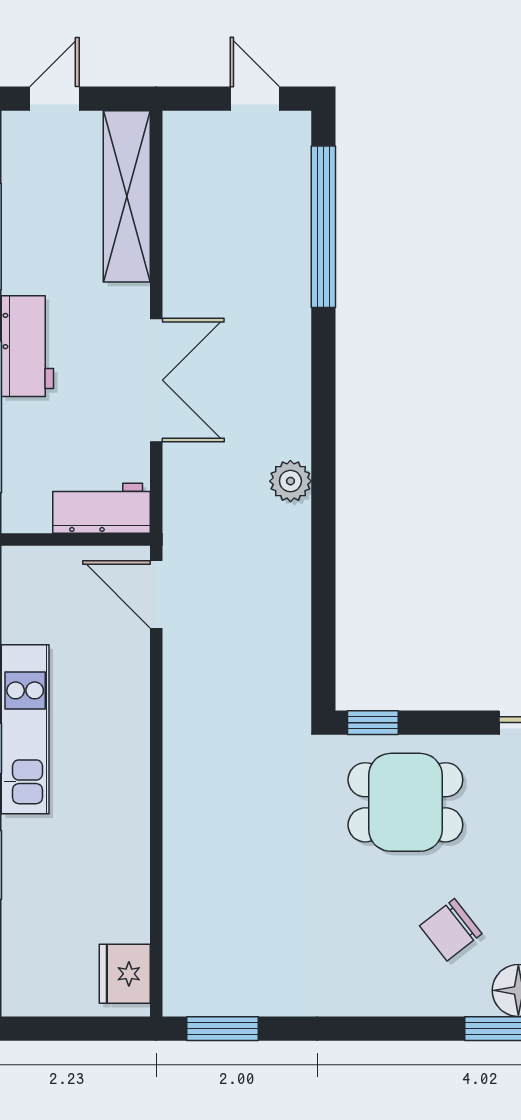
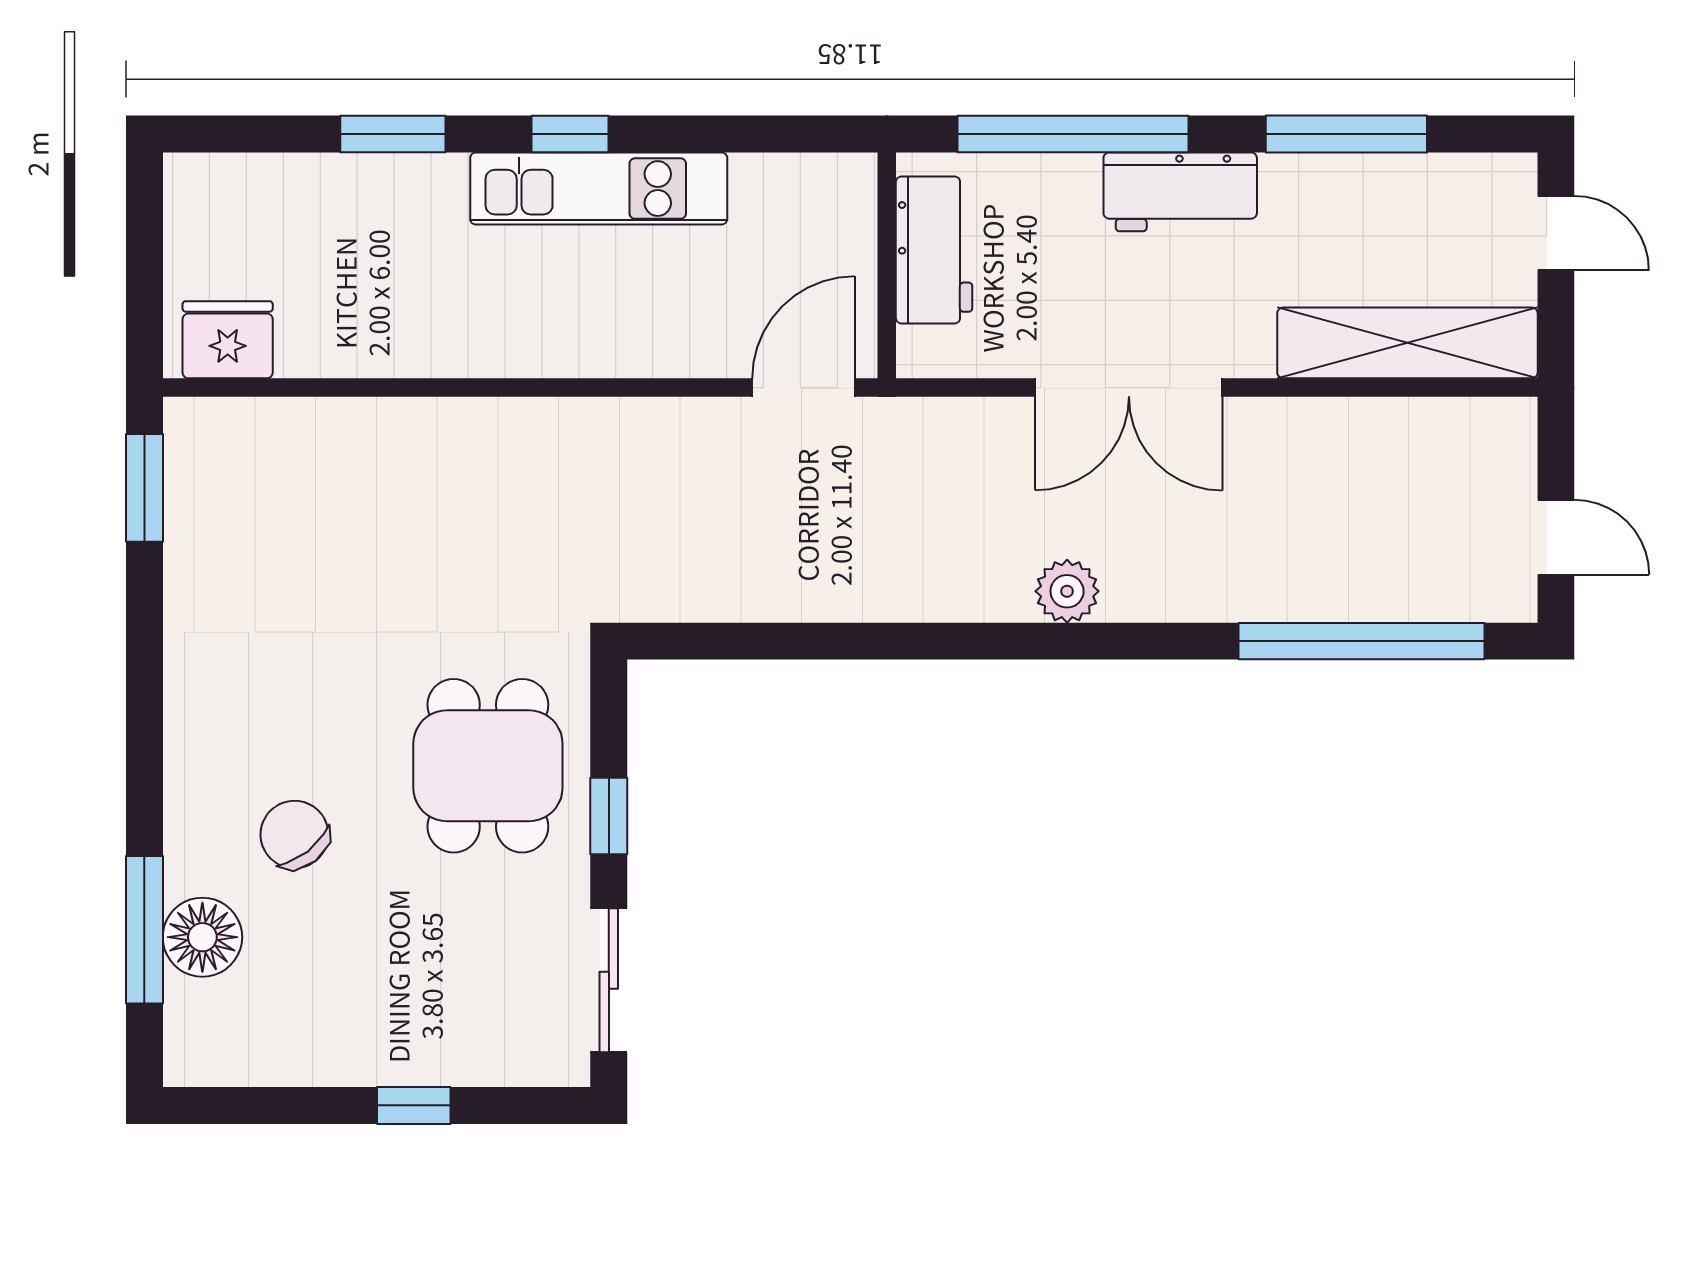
door: (255, 99) -> (1556, 537), hinge flipped
plant: (290, 481) -> (1067, 591), moved
workbench: (102, 508) -> (934, 250), moved
window: (373, 723) -> (609, 816), moved

